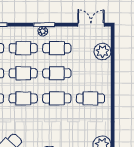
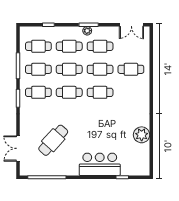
double door: (91, 25) -> (131, 25), swing flipped
plant: (102, 51) -> (142, 49), removed
cafe table: (90, 98) -> (131, 69), moved

